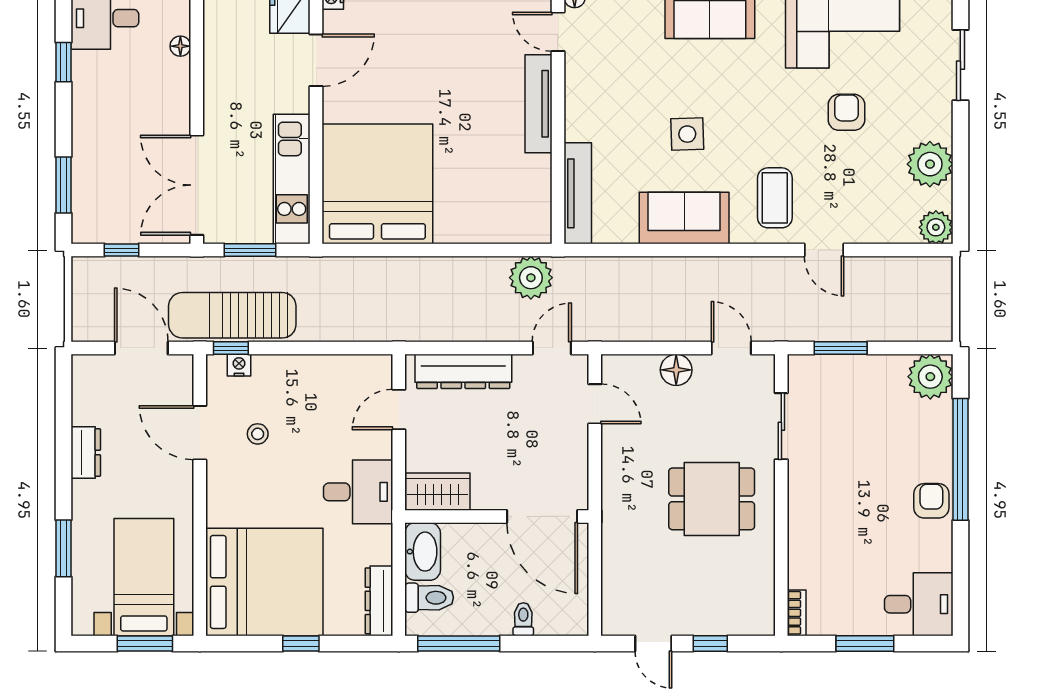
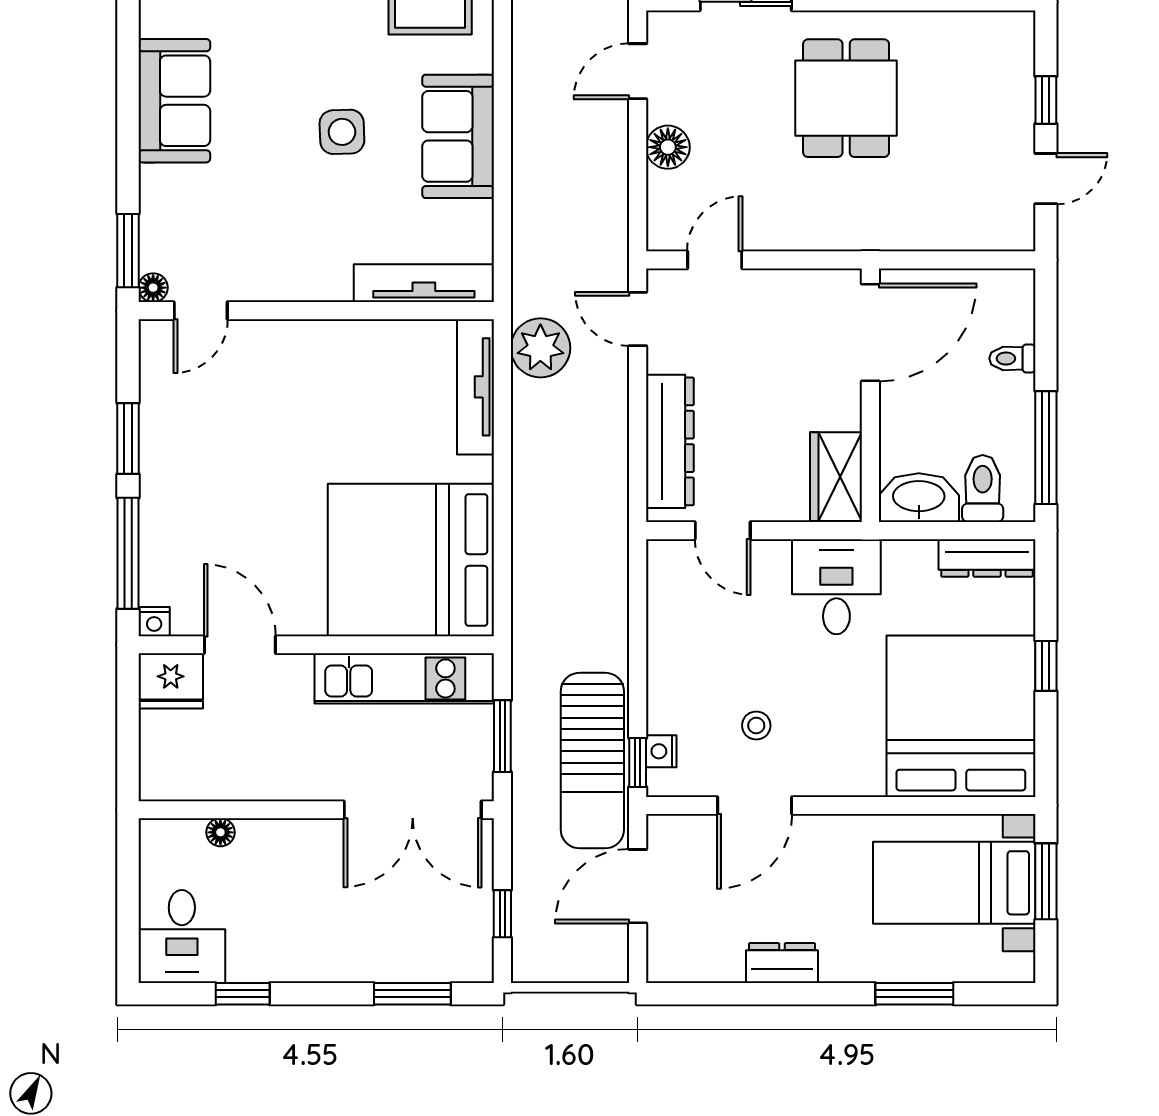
tv unit: (538, 104) -> (475, 387), moved, turned 90

